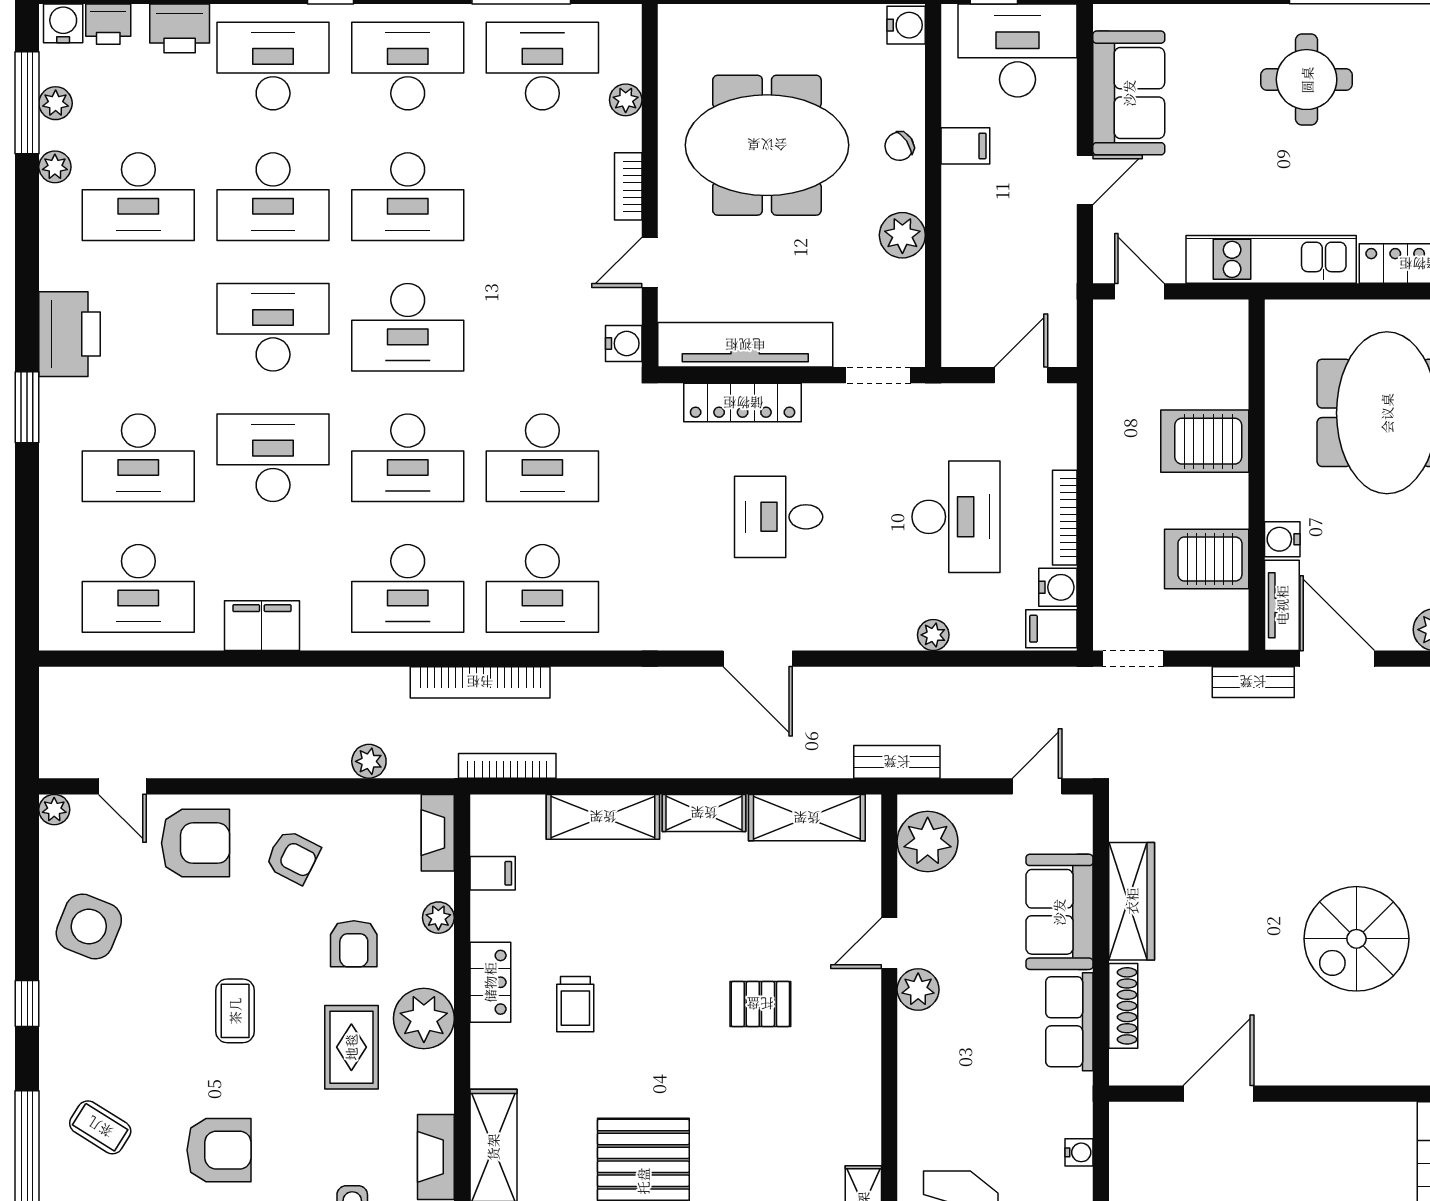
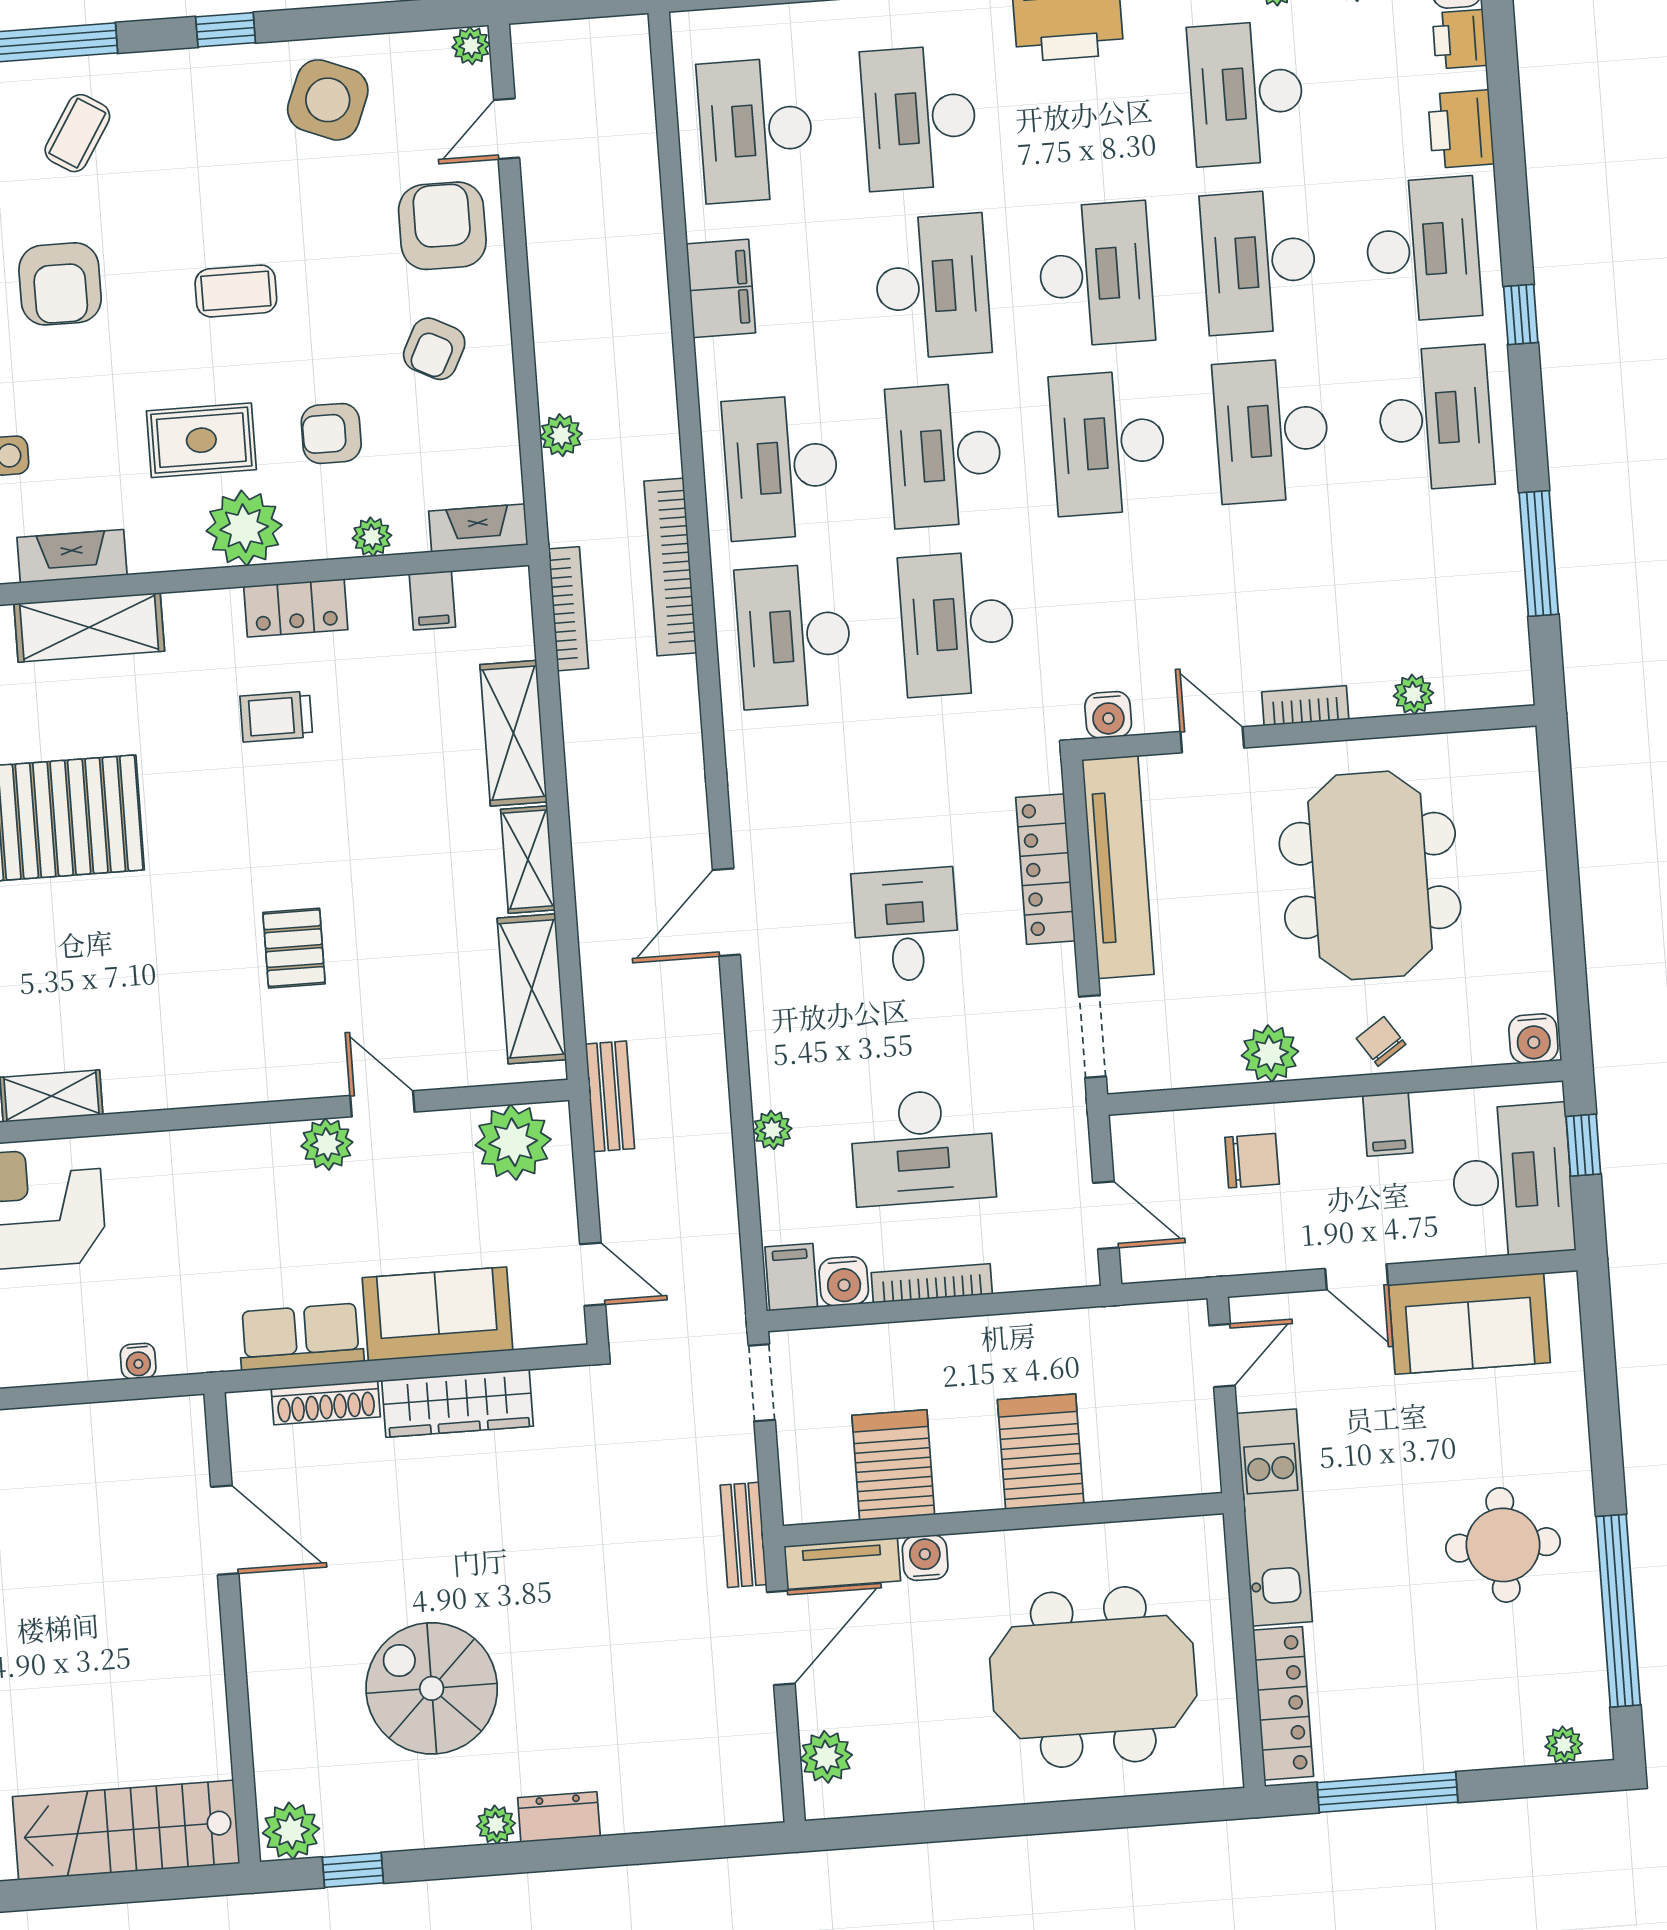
desk: (542, 66) -> (1448, 587), removed
chair: (986, 256) -> (1252, 1161), added
armchair: (196, 843) -> (442, 226), turned 180

